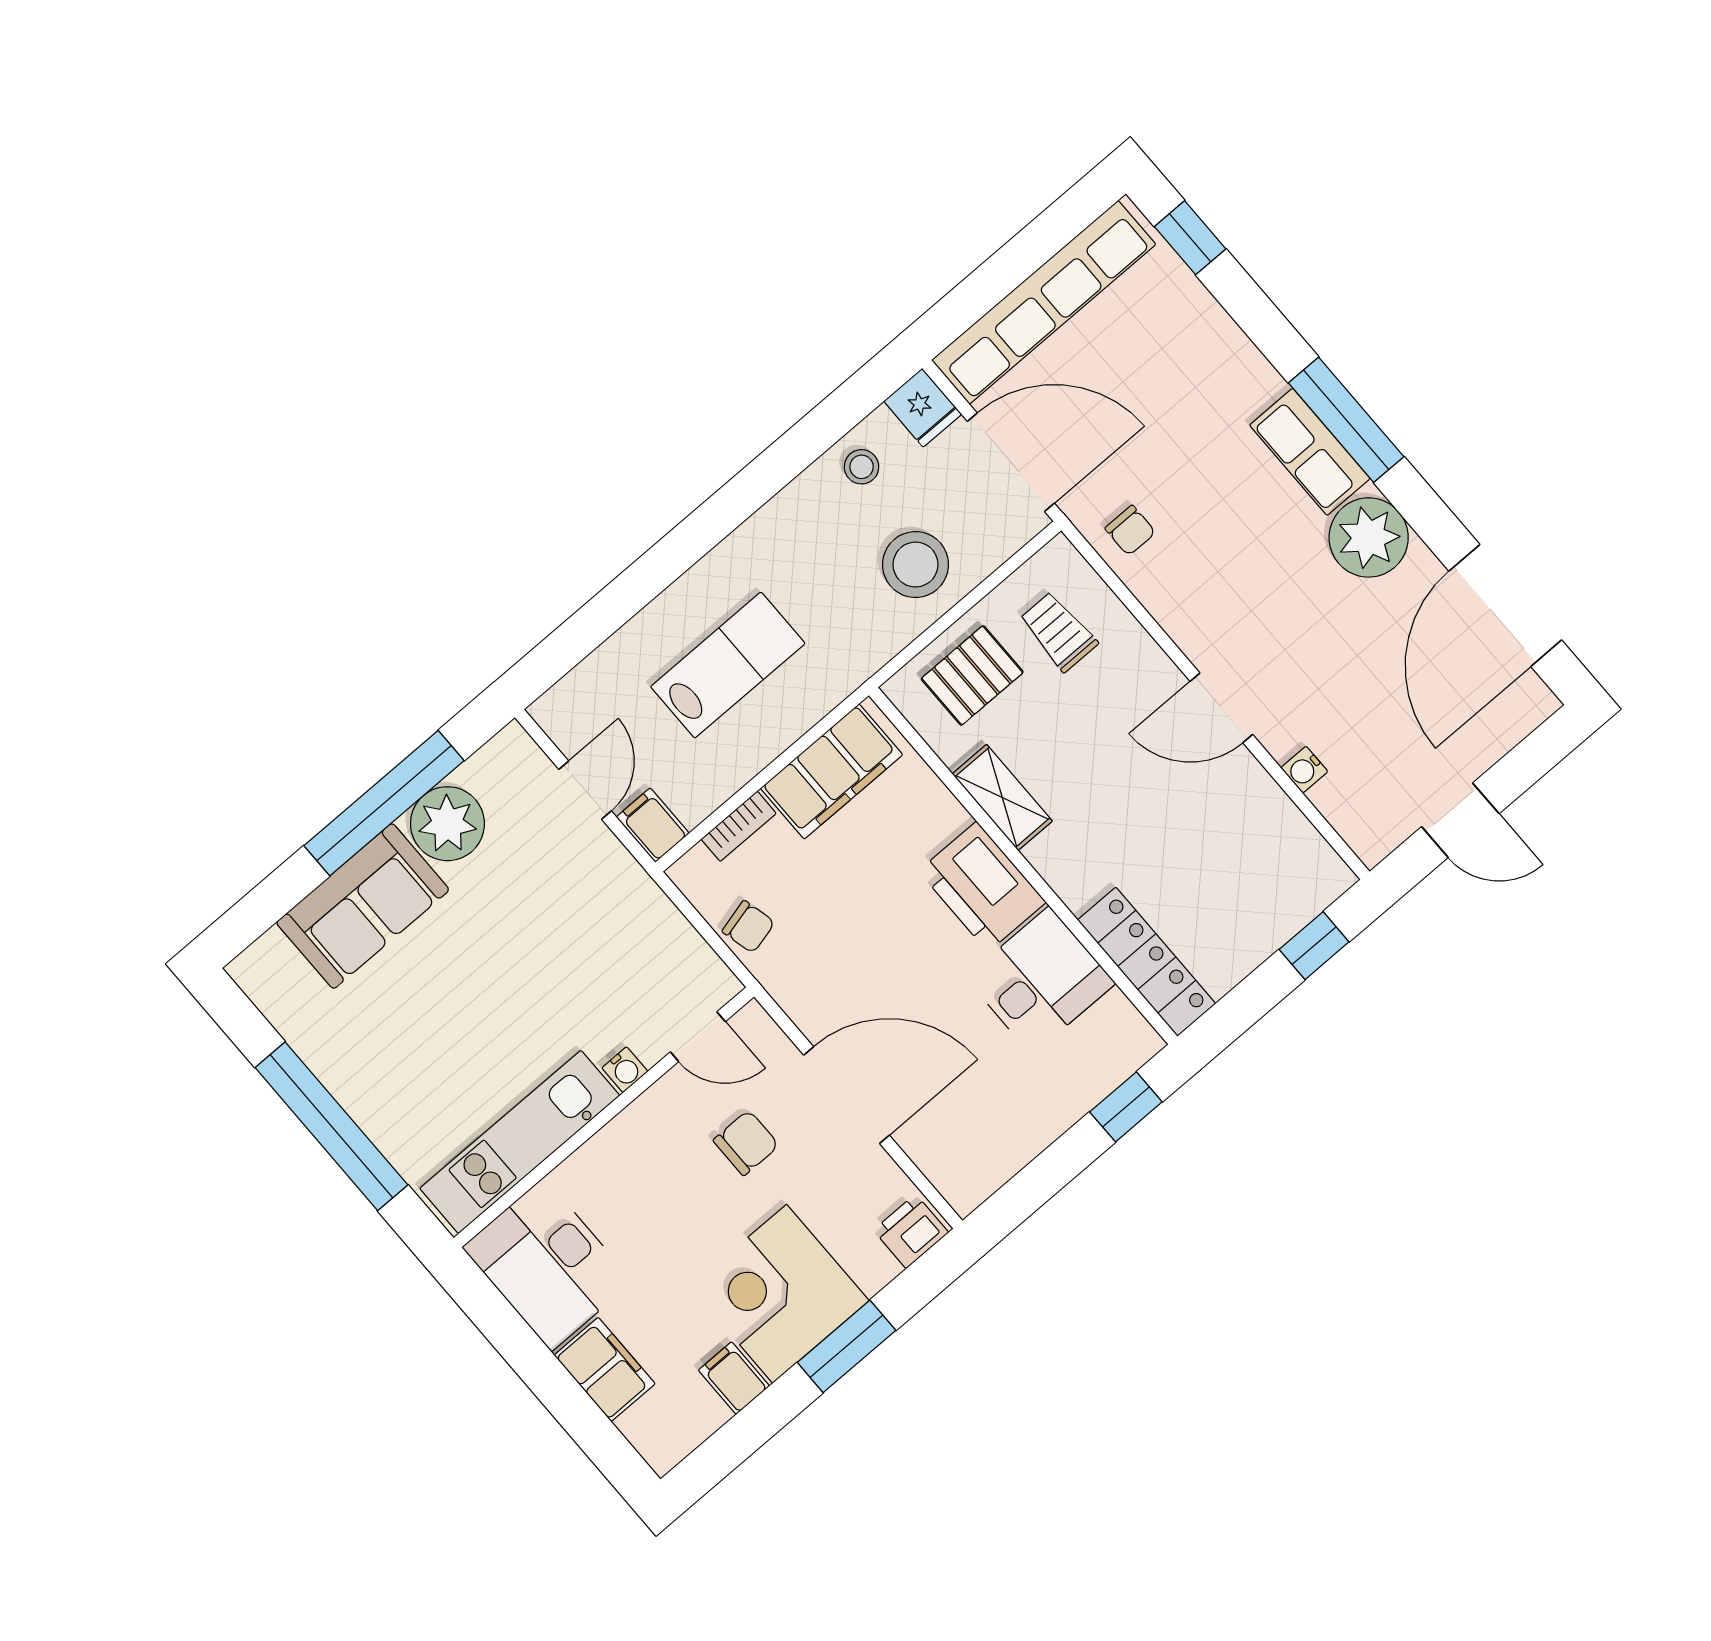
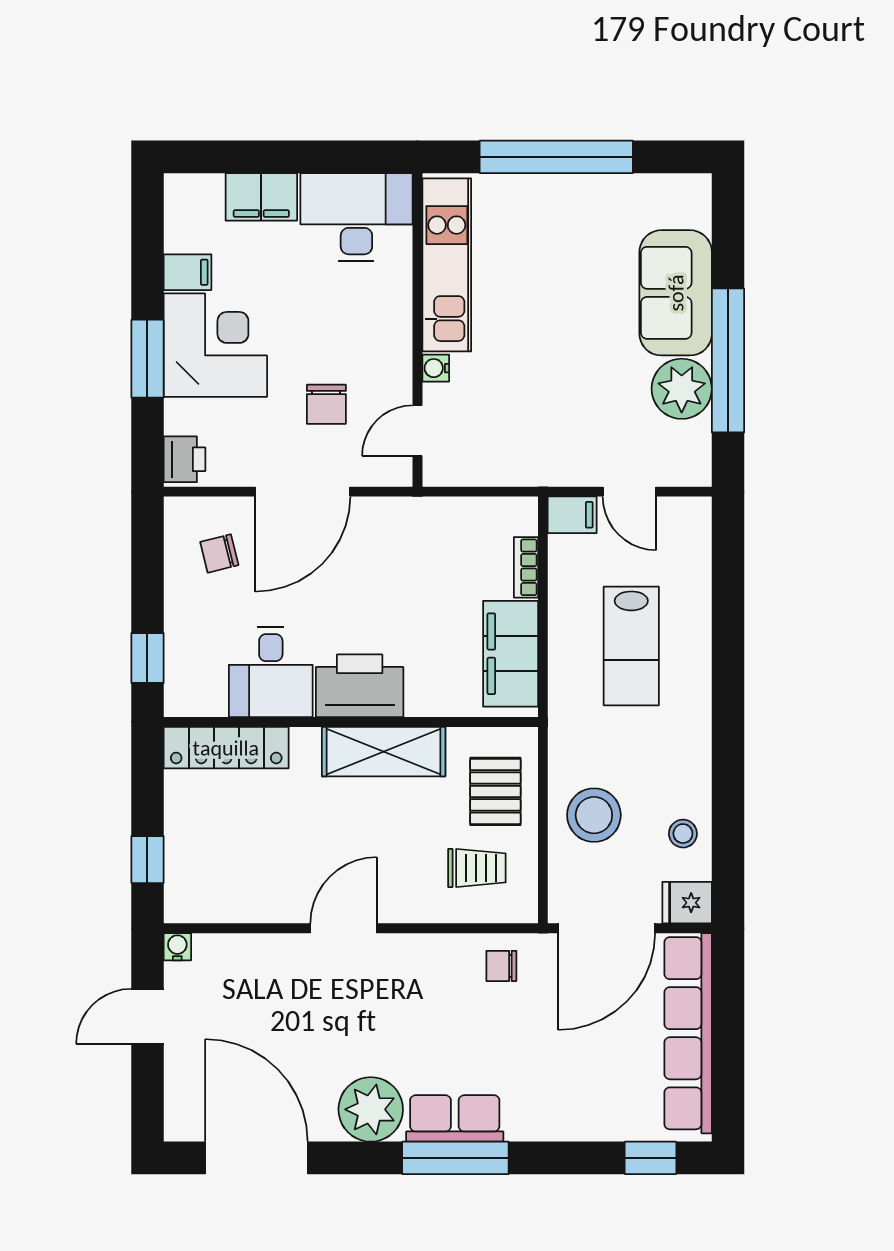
water cooler: (1304, 770) -> (177, 947), moved
shelving: (1002, 797) -> (384, 752), width x1.50, depth x1.33
chair: (748, 927) -> (219, 554), moved

